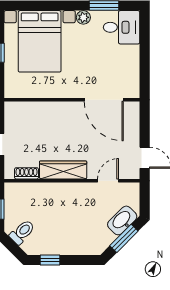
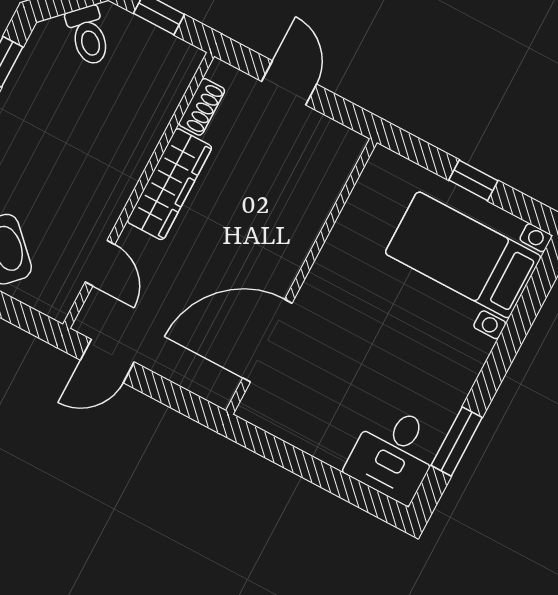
plant: (83, 17) -> (455, 387), removed
bed with nightstands: (40, 41) -> (463, 255), width x0.73

